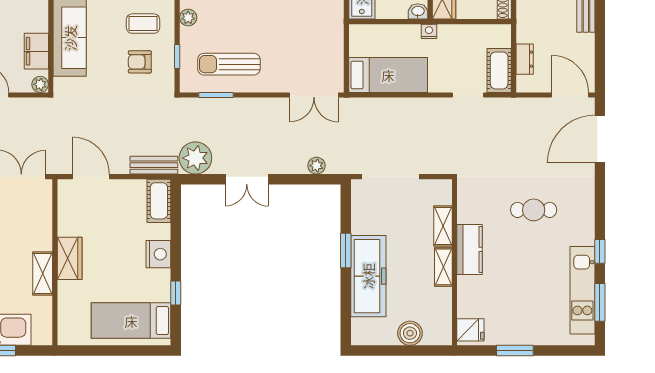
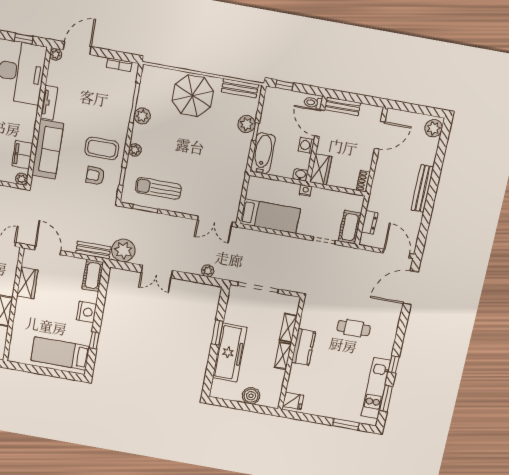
coffee table: (143, 24) -> (102, 148), width x1.36, depth x1.30
wardrobe: (70, 258) -> (27, 283), moved
window: (515, 351) -> (346, 424), moved

